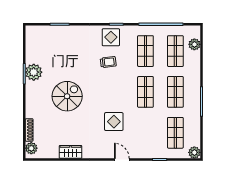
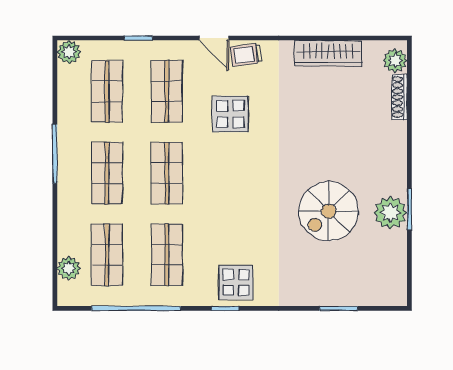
trolley: (108, 62) -> (246, 55), moved
spiral stairs: (67, 96) -> (329, 211), moved
shop shelf: (145, 133) -> (167, 91), added
wardrobe: (70, 152) -> (328, 53), width x1.50

